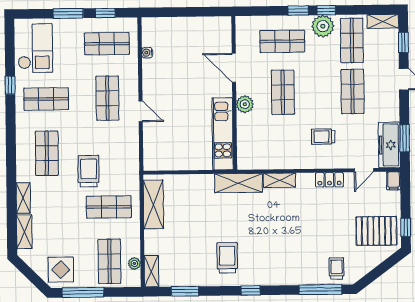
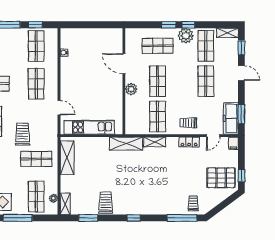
shop shelf: (107, 44) -> (36, 46), turned 90
door: (141, 111) -> (59, 108), moved
kitchen unit: (223, 134) -> (89, 127), moved, turned 90
trolley: (323, 137) -> (188, 123), moved
shop shelf: (283, 143) -> (158, 116), added
trolley: (227, 258) -> (106, 203), moved

